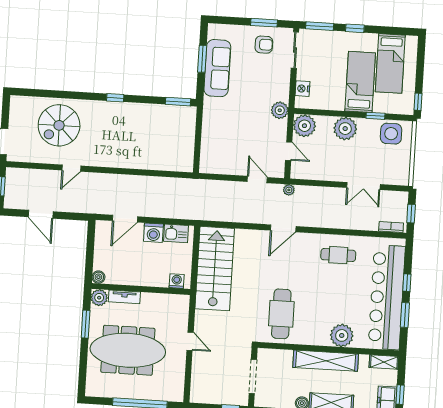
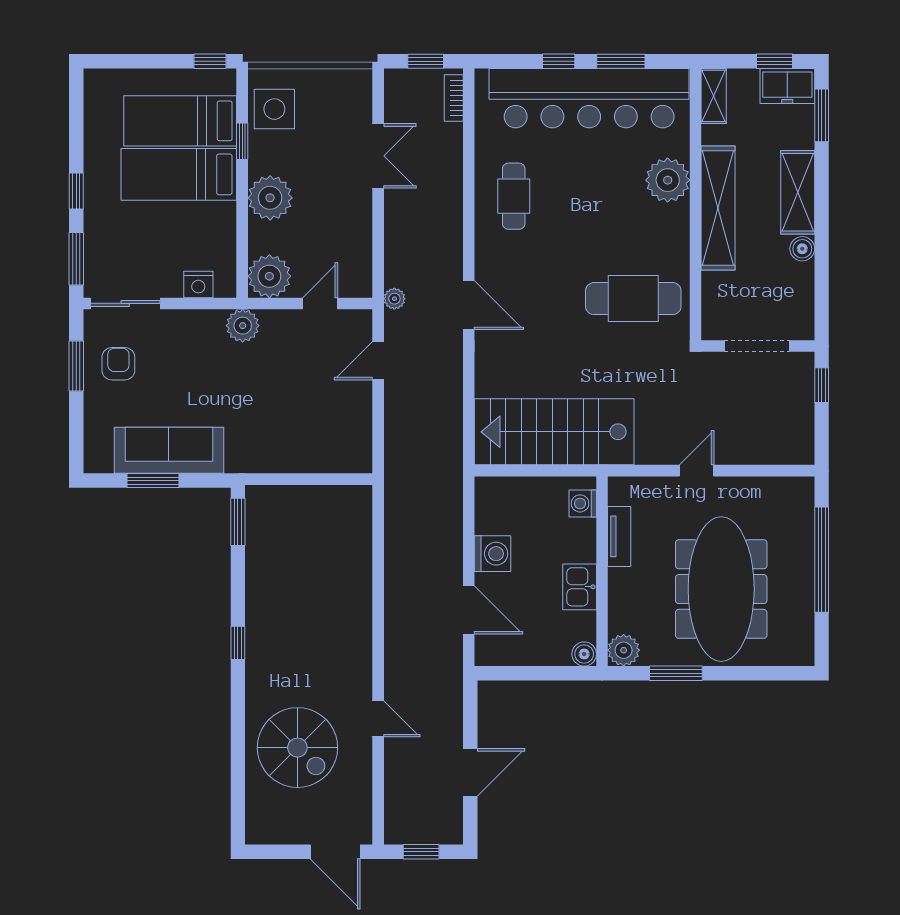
bed: (390, 63) -> (180, 121), moved, turned 180
kitchen sink: (176, 233) -> (580, 587), moved, turned 180
tv unit: (124, 297) -> (619, 536), moved

